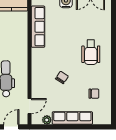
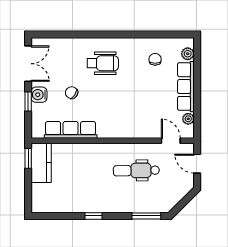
chair: (62, 77) -> (72, 93), moved
plant: (98, 119) -> (188, 54), added

